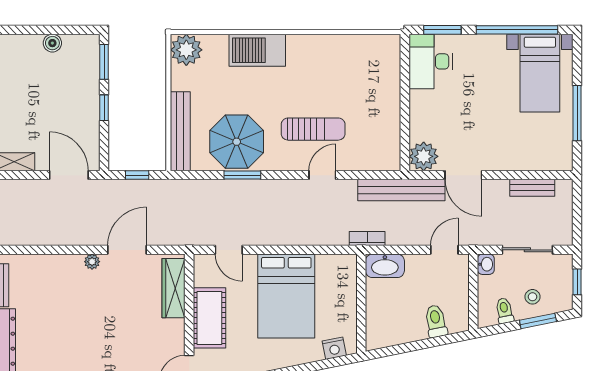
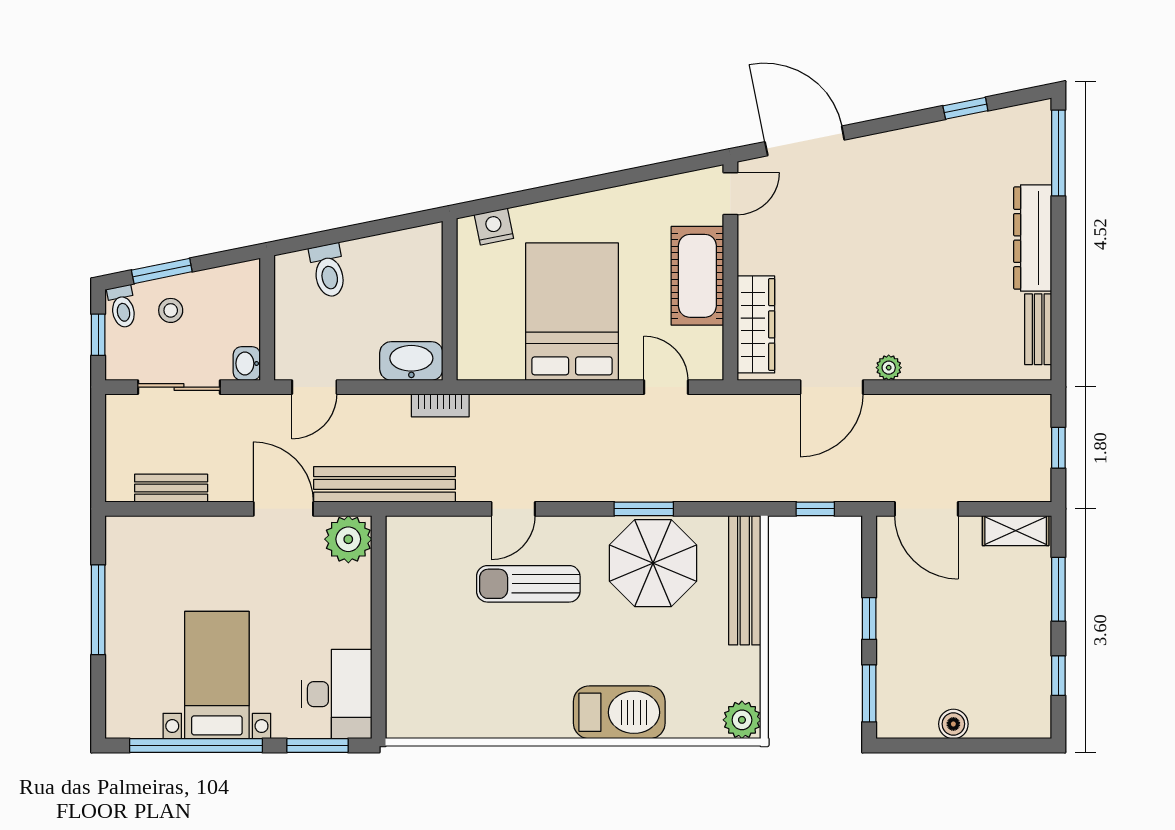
plant: (186, 50) -> (742, 720), width x0.73, depth x0.73
bed with nightstands: (540, 73) -> (217, 675), moved
toilet: (504, 311) -> (122, 307), moved

